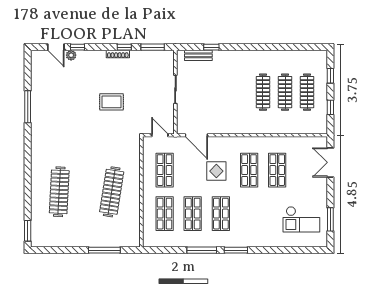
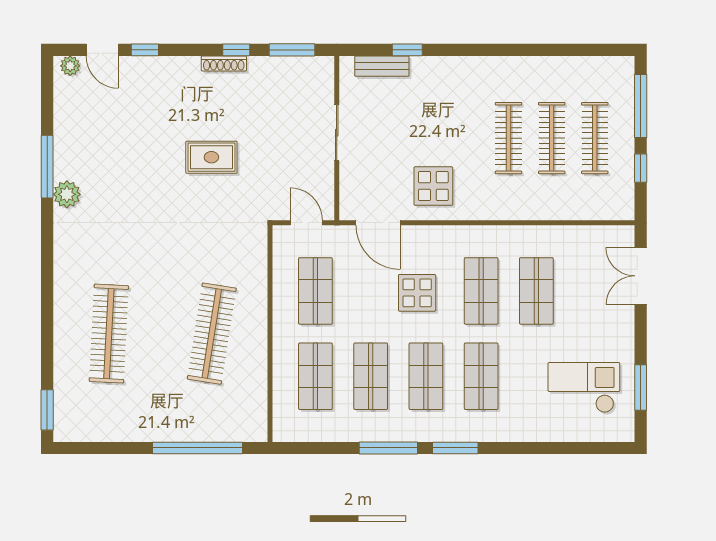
plant: (71, 55) -> (70, 66), moved
window: (330, 76) -> (641, 106), width x2.17
display table: (225, 117) -> (433, 186), added
plant: (38, 121) -> (67, 194), added
shop shelf: (249, 214) -> (481, 376), added
checkout: (301, 219) -> (584, 388), turned 180
window: (104, 250) -> (197, 448), width x1.46

